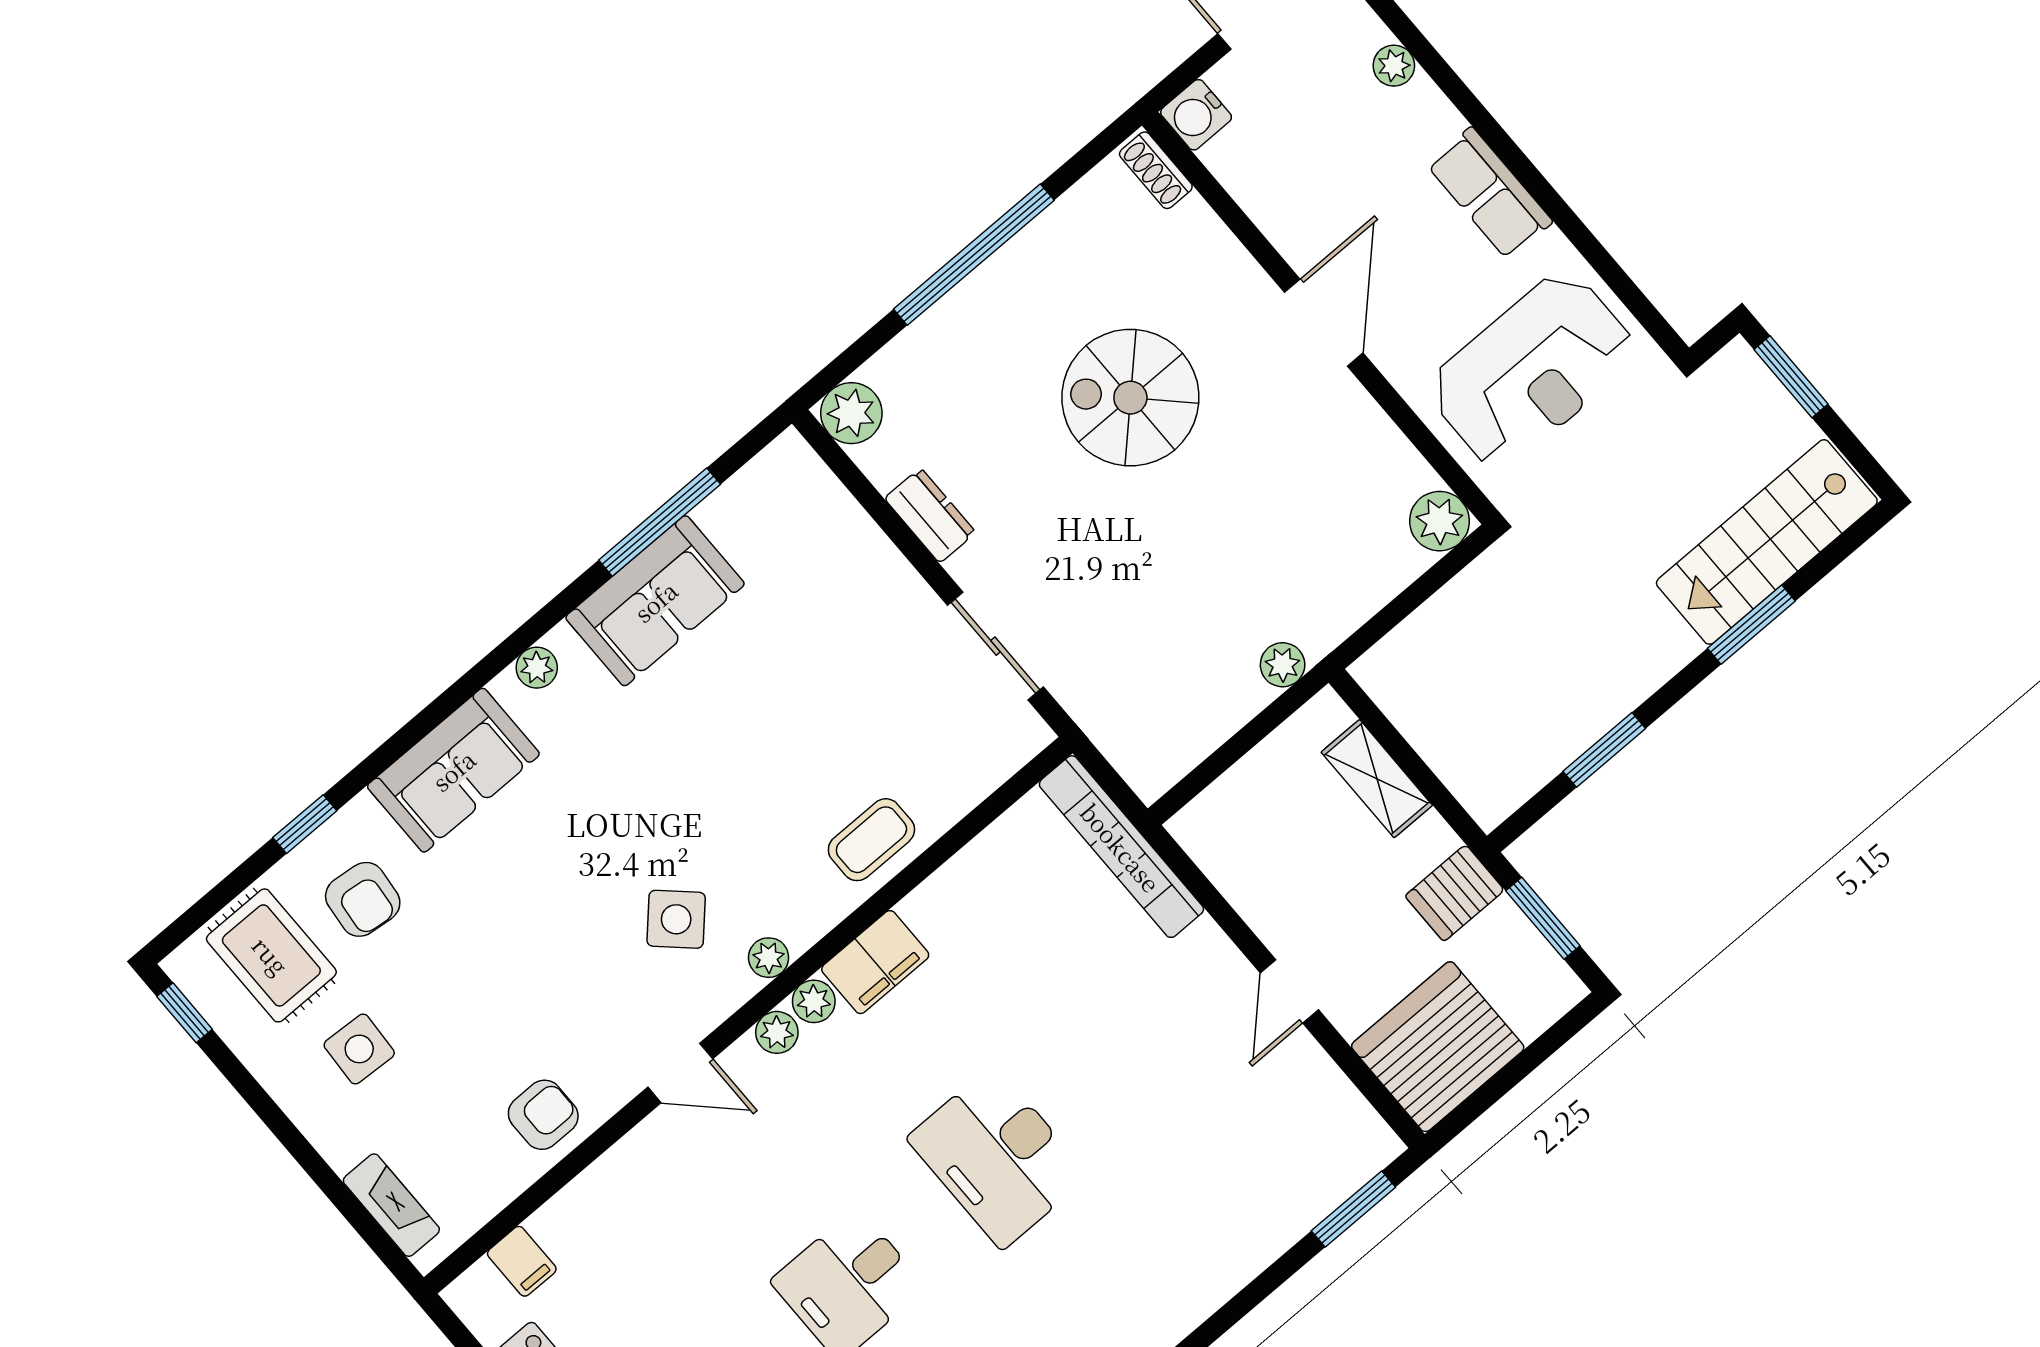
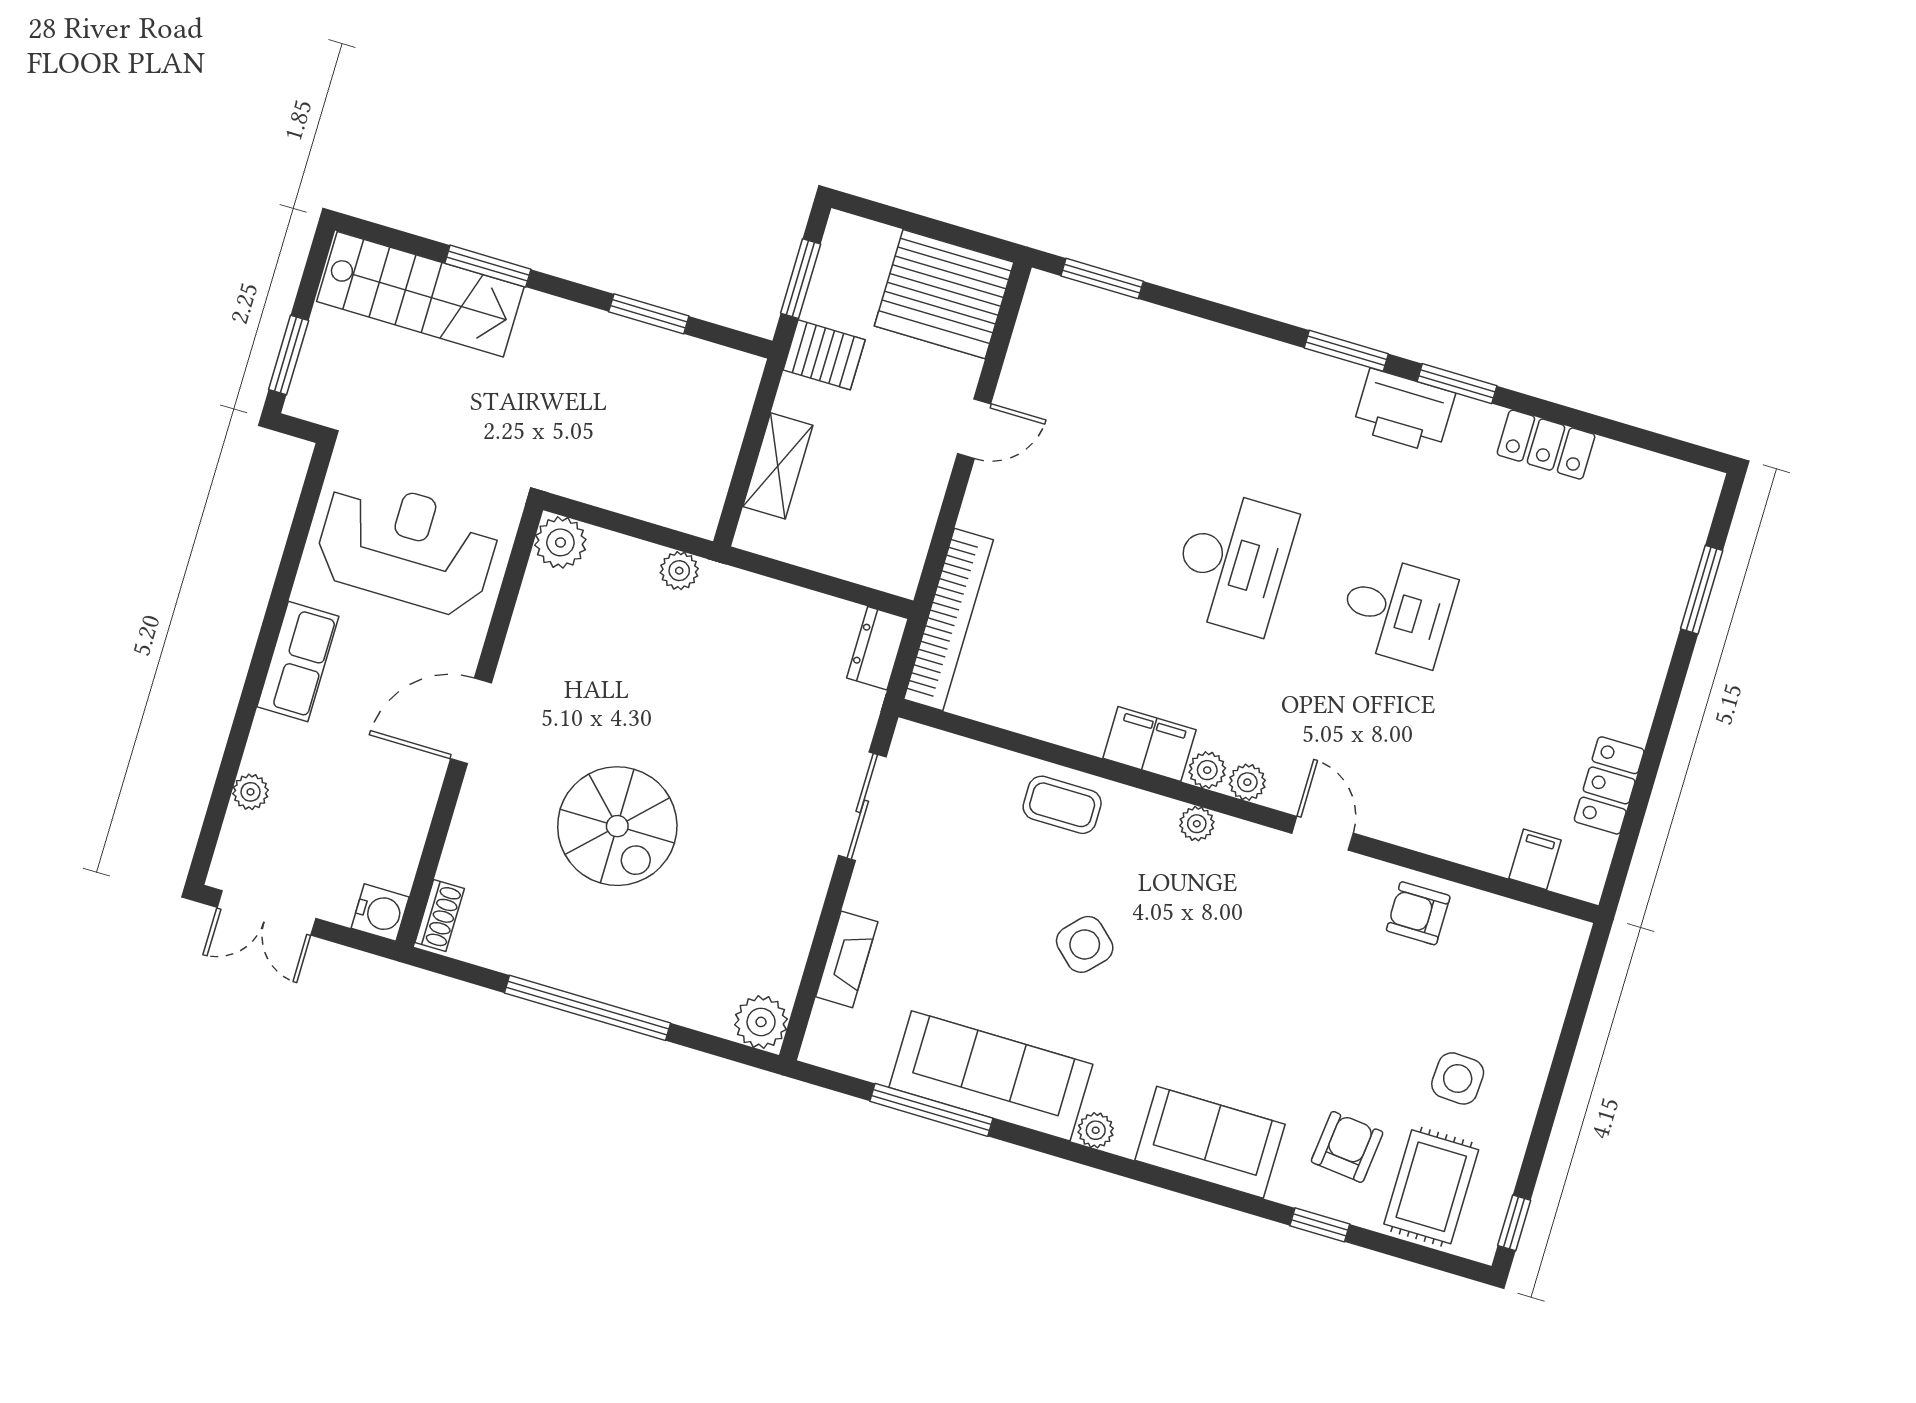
dresser: (930, 515) -> (877, 648), moved
sofa: (655, 601) -> (991, 1076), width x1.36
plant: (1283, 665) -> (679, 571), moved
side table: (676, 919) -> (1085, 944), moved
fireplace: (391, 1205) -> (847, 959), moved, turned 180

